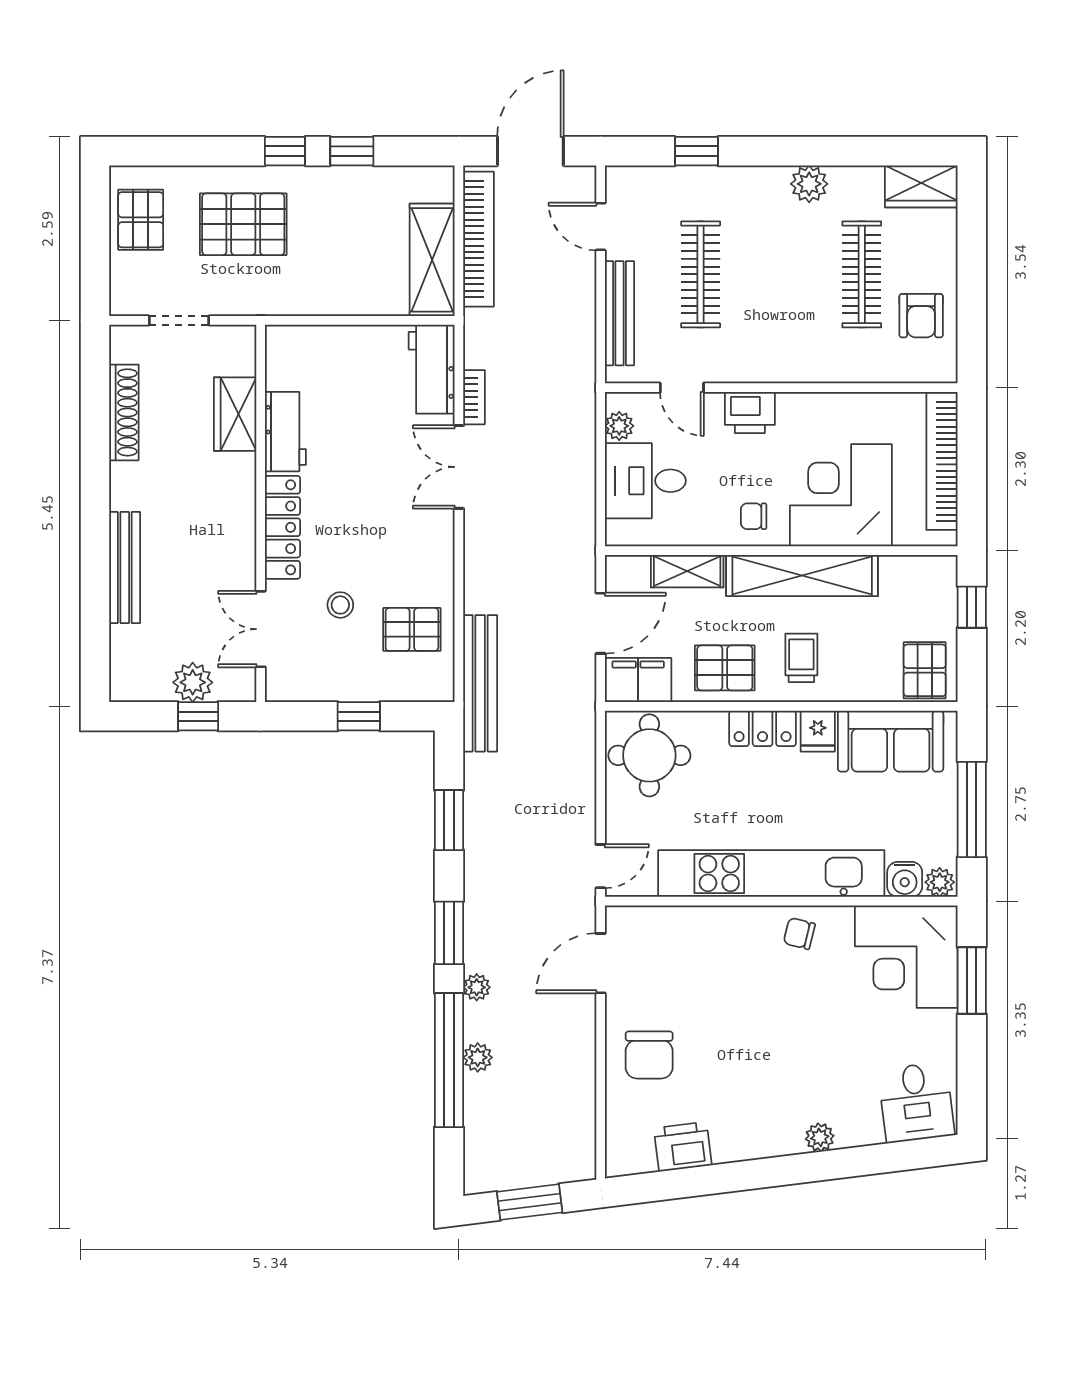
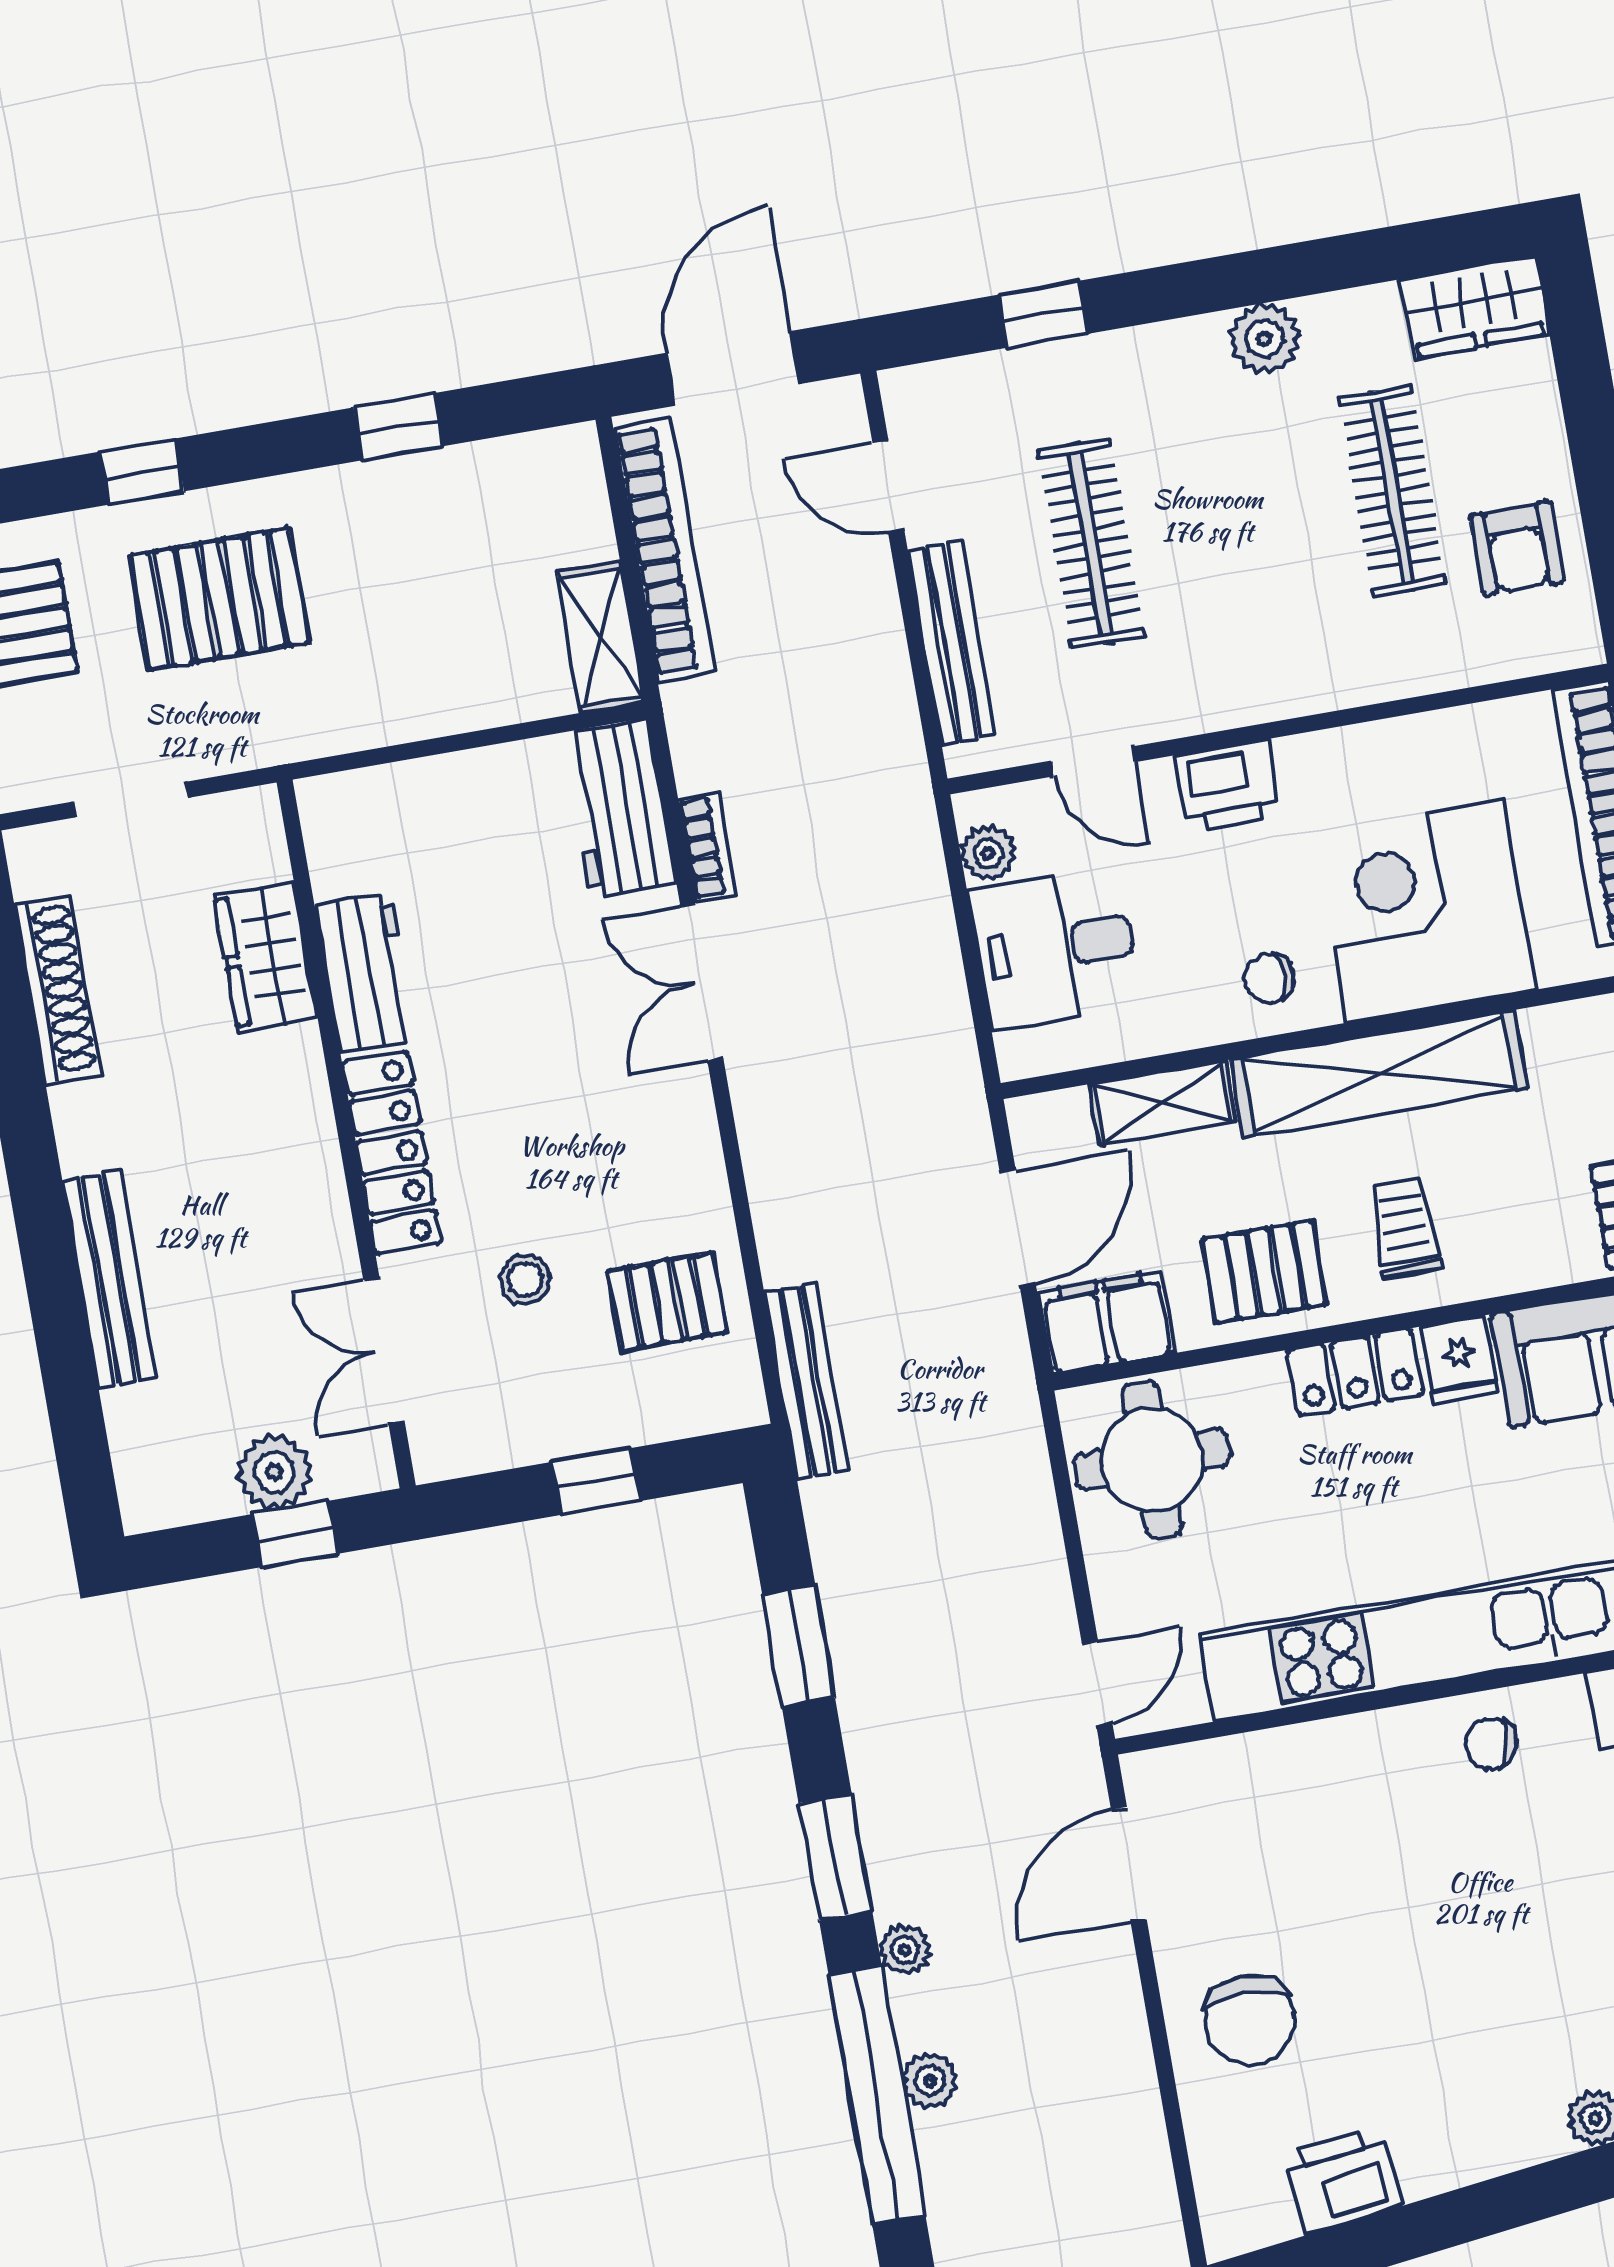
window: (285, 151) -> (142, 472), moved
shelving: (432, 260) -> (601, 637), width x0.67, depth x0.75
bench: (480, 683) -> (807, 1381), width x0.73, depth x0.82

